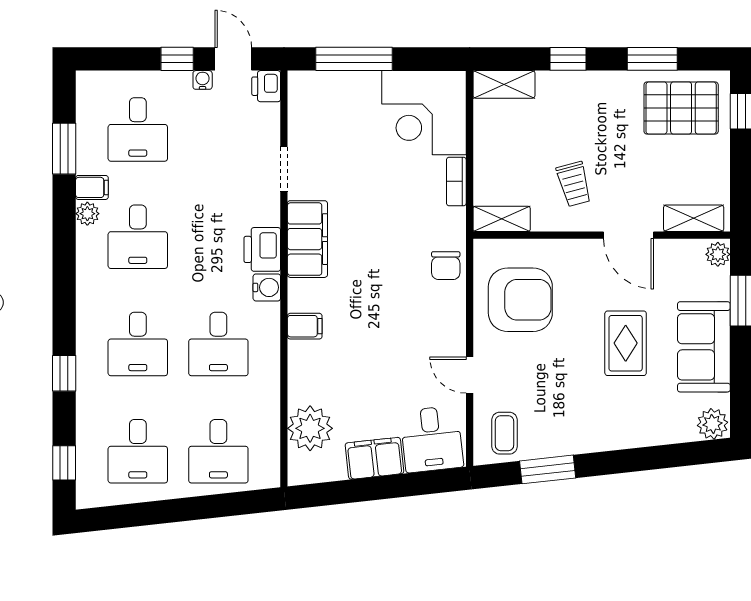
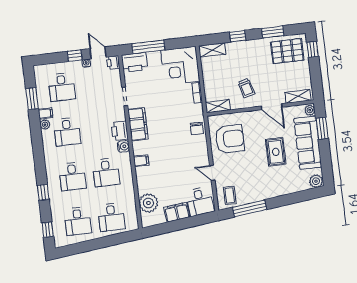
printer: (317, 92) -> (134, 62), added
sofa: (704, 347) -> (308, 143), width x1.36
window: (548, 469) -> (250, 208), width x1.44

